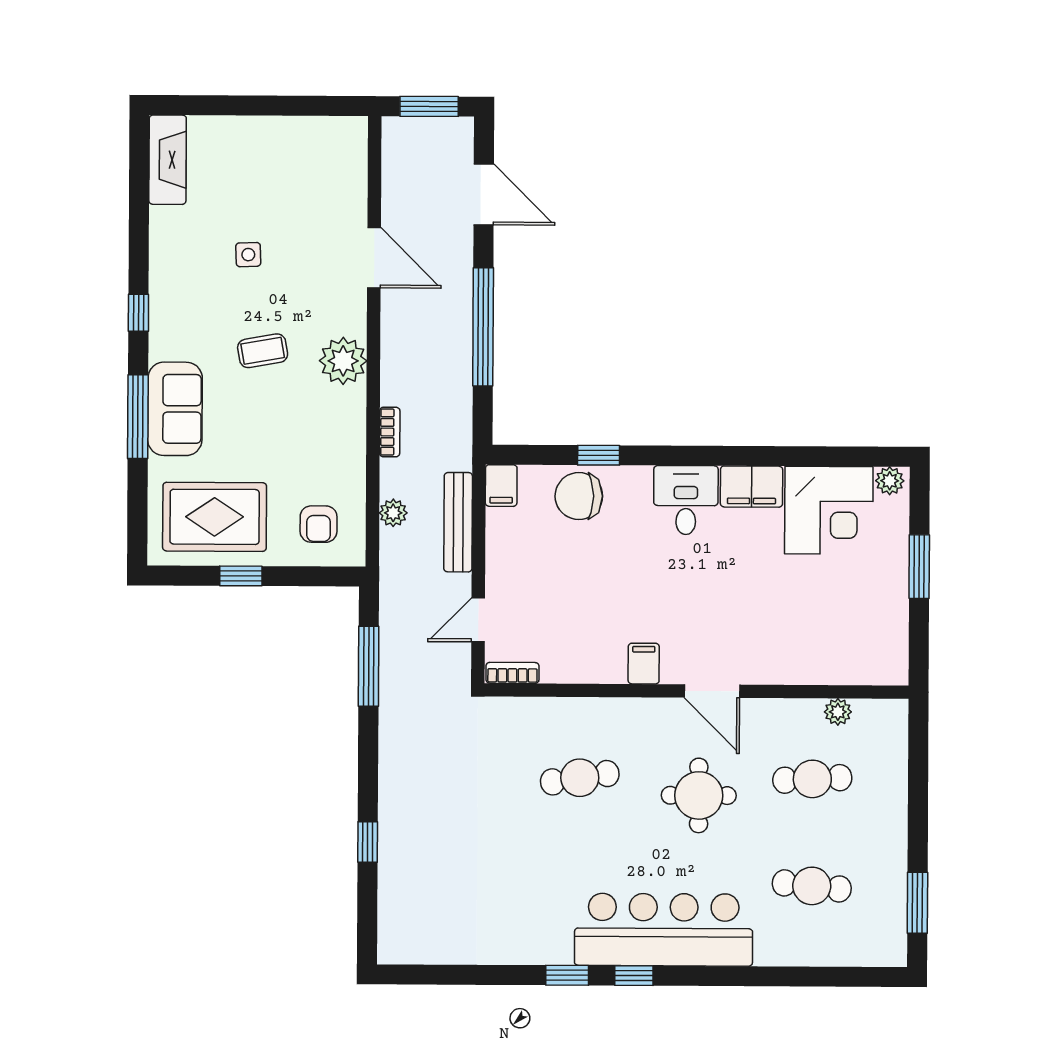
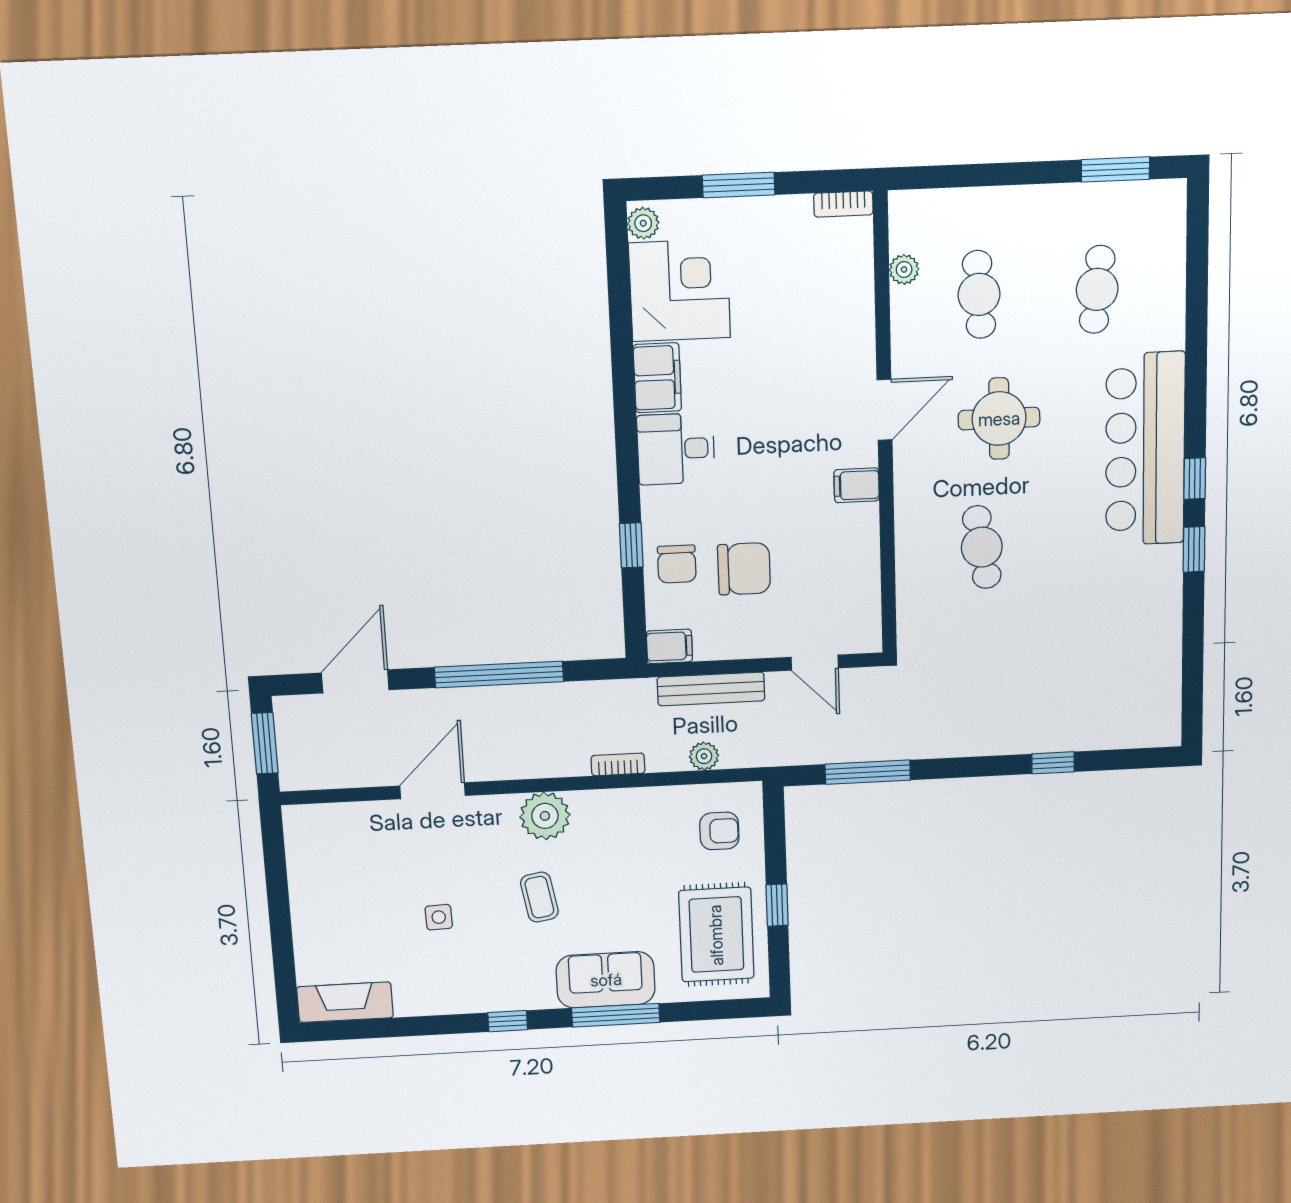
chair: (579, 496) -> (677, 564), width x0.73, depth x0.73
chair: (571, 558) -> (744, 569), added
bookcase: (512, 673) -> (843, 204), moved, turned -90

